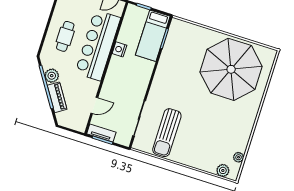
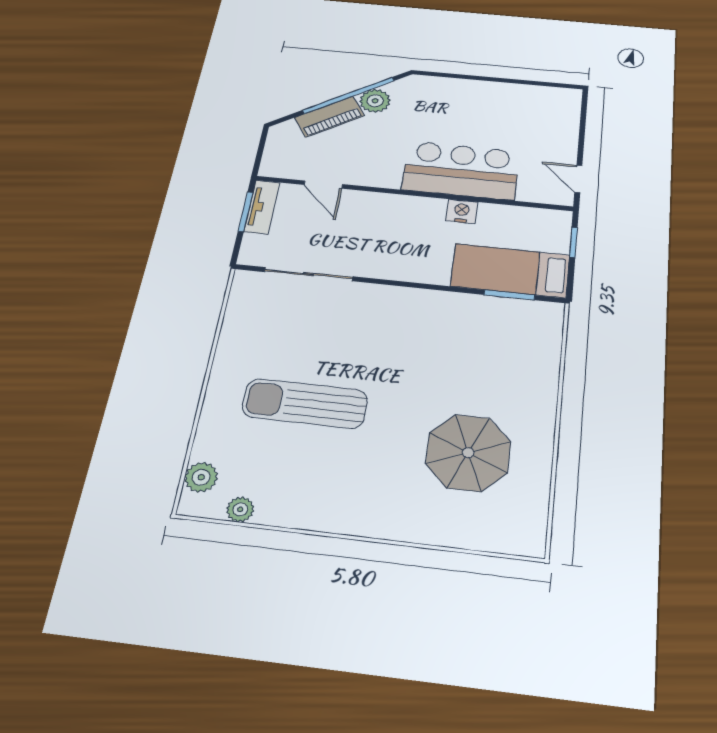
cafe table: (65, 36) -> (466, 111), removed
bar counter: (98, 45) -> (461, 170), width x0.73
parasol: (231, 69) -> (468, 453), width x0.54, depth x0.54
sun lounger: (167, 133) -> (305, 403), moved

